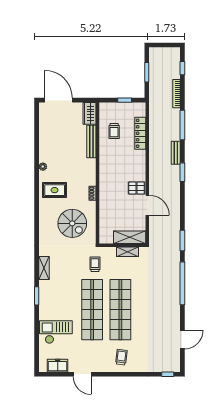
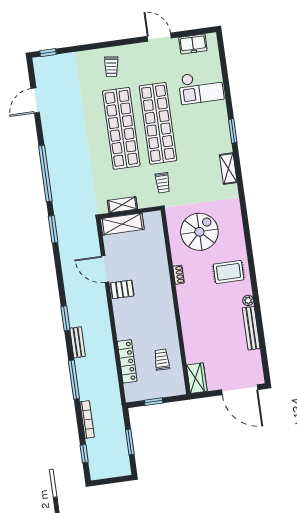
bench: (91, 142) -> (251, 328), moved
spiral stairs: (72, 223) -> (199, 232), turned 90

